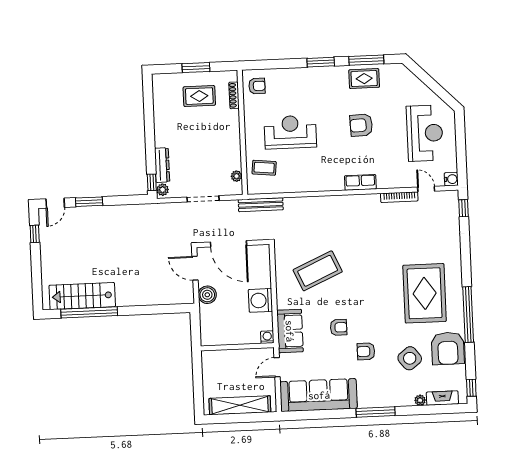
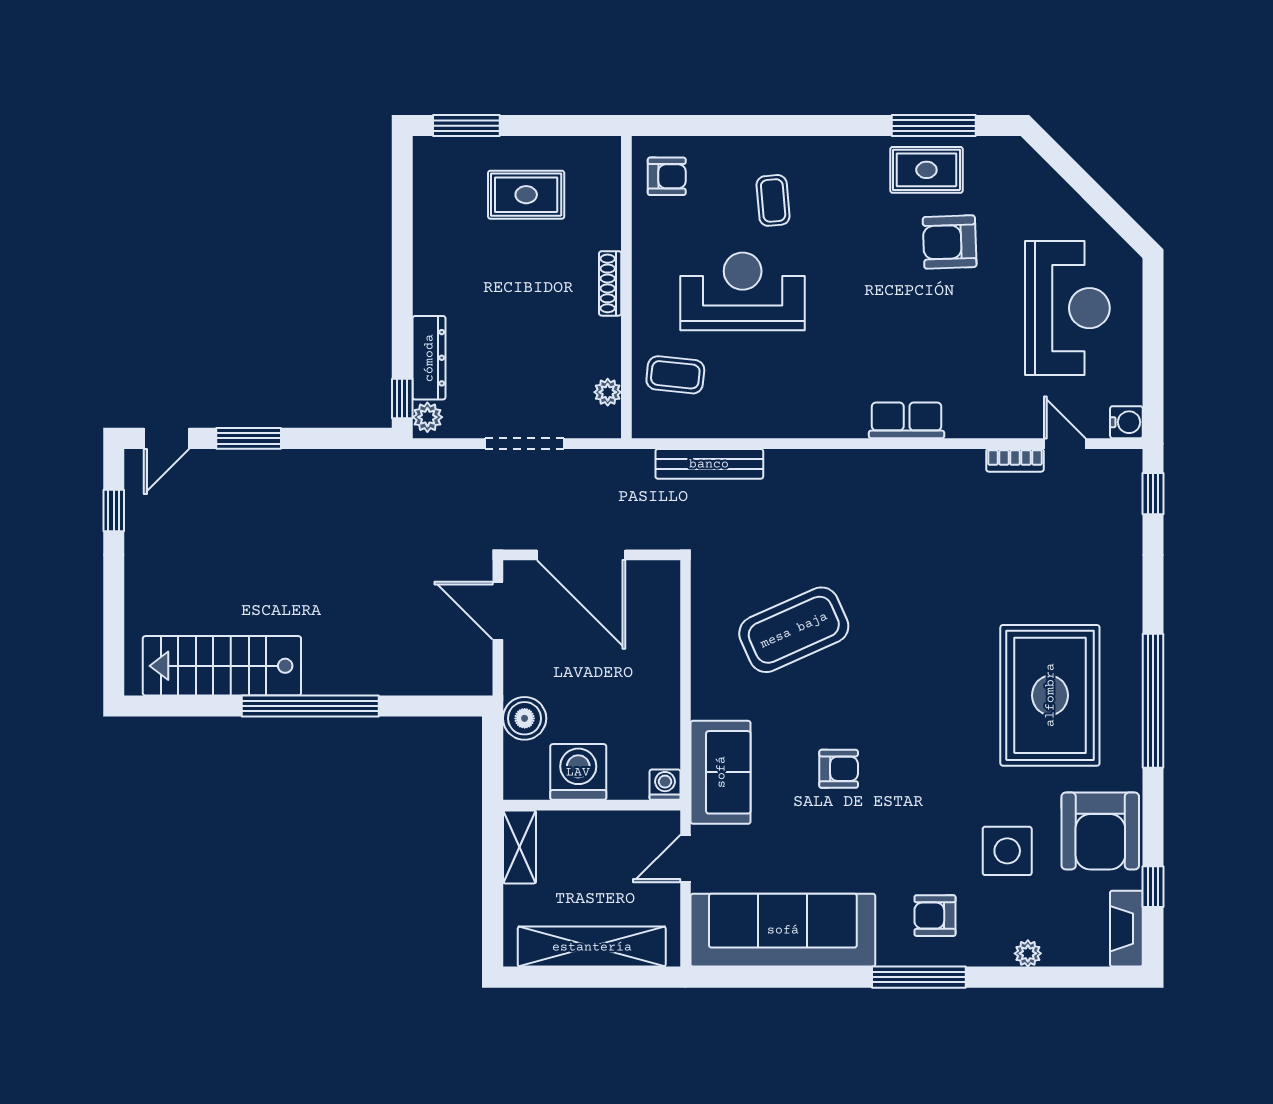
window: (321, 62) -> (823, 126), removed
window: (196, 68) -> (466, 126), moved
coffee table: (301, 94) -> (773, 200), added
shoe rack: (234, 95) -> (610, 283), moved
armchair: (361, 125) -> (950, 242), moved
bookcase: (399, 197) -> (1015, 460), width x0.64
bench: (261, 205) -> (709, 464), moved
boiler: (207, 295) -> (525, 718), moved
washing machine: (260, 300) -> (578, 772), moved, turned 90
window: (89, 312) -> (310, 706), moved
window: (468, 314) -> (1153, 701), moved
armchair: (366, 351) -> (935, 916), moved
side table: (410, 358) -> (1007, 851), turned 38
shelving: (208, 365) -> (519, 847), added
window: (471, 388) -> (1153, 887), moved
fireplace: (442, 398) -> (1126, 929), moved, turned -90

